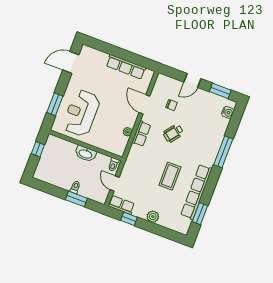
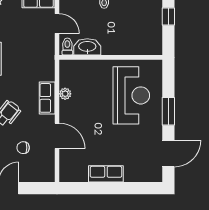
row of seats: (126, 67) -> (106, 174), width x0.68
window: (55, 104) -> (168, 111), moved
window: (38, 149) -> (168, 16), moved
washbasin: (86, 154) -> (87, 47), moved

